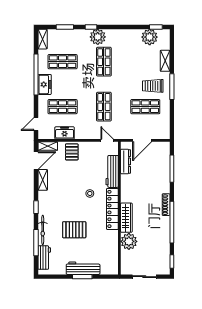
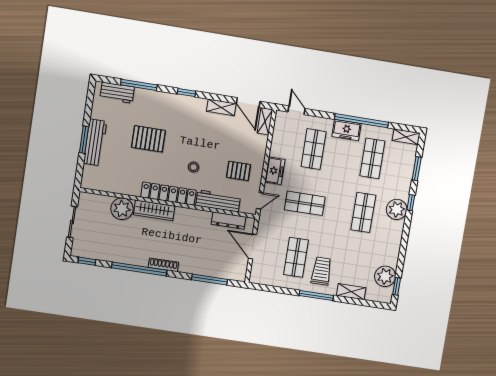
shop shelf: (104, 62) -> (363, 212), turned 90
freezer: (65, 133) -> (275, 171), moved
pallet: (72, 152) -> (239, 171), moved
bicycle: (43, 230) -> (154, 97), removed
pallet: (74, 230) -> (148, 139), turned 90

